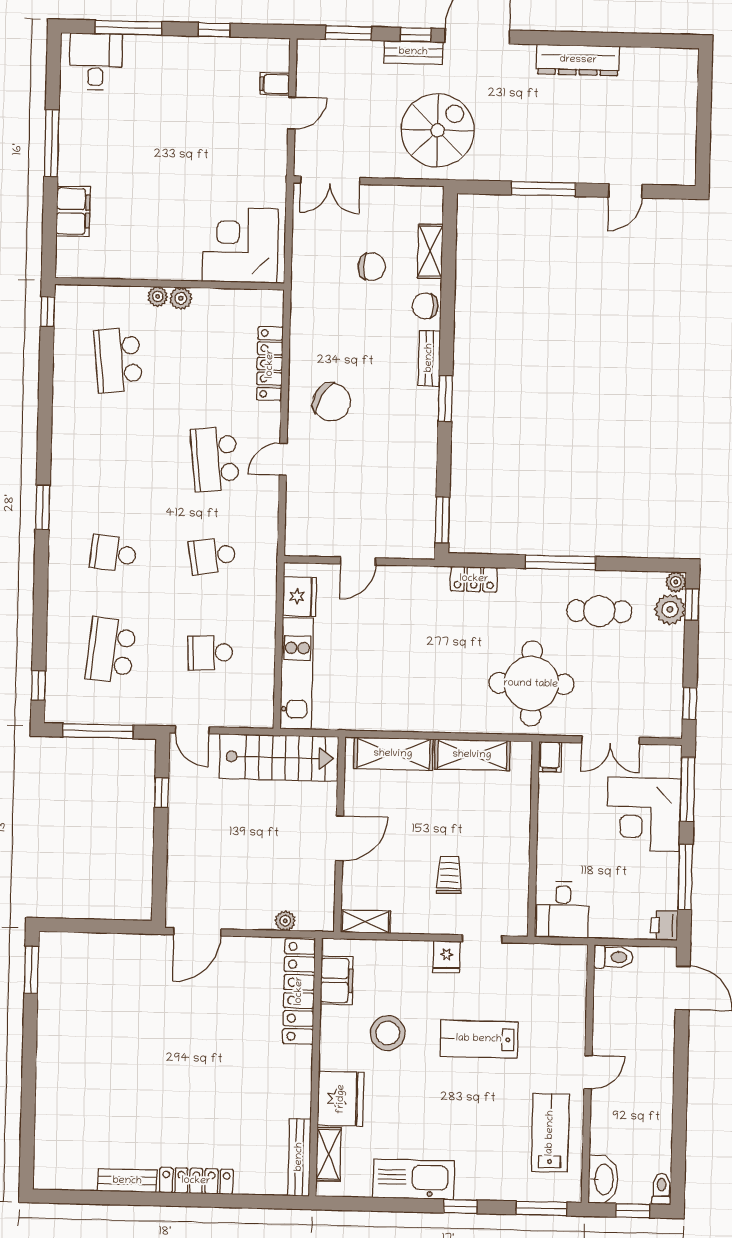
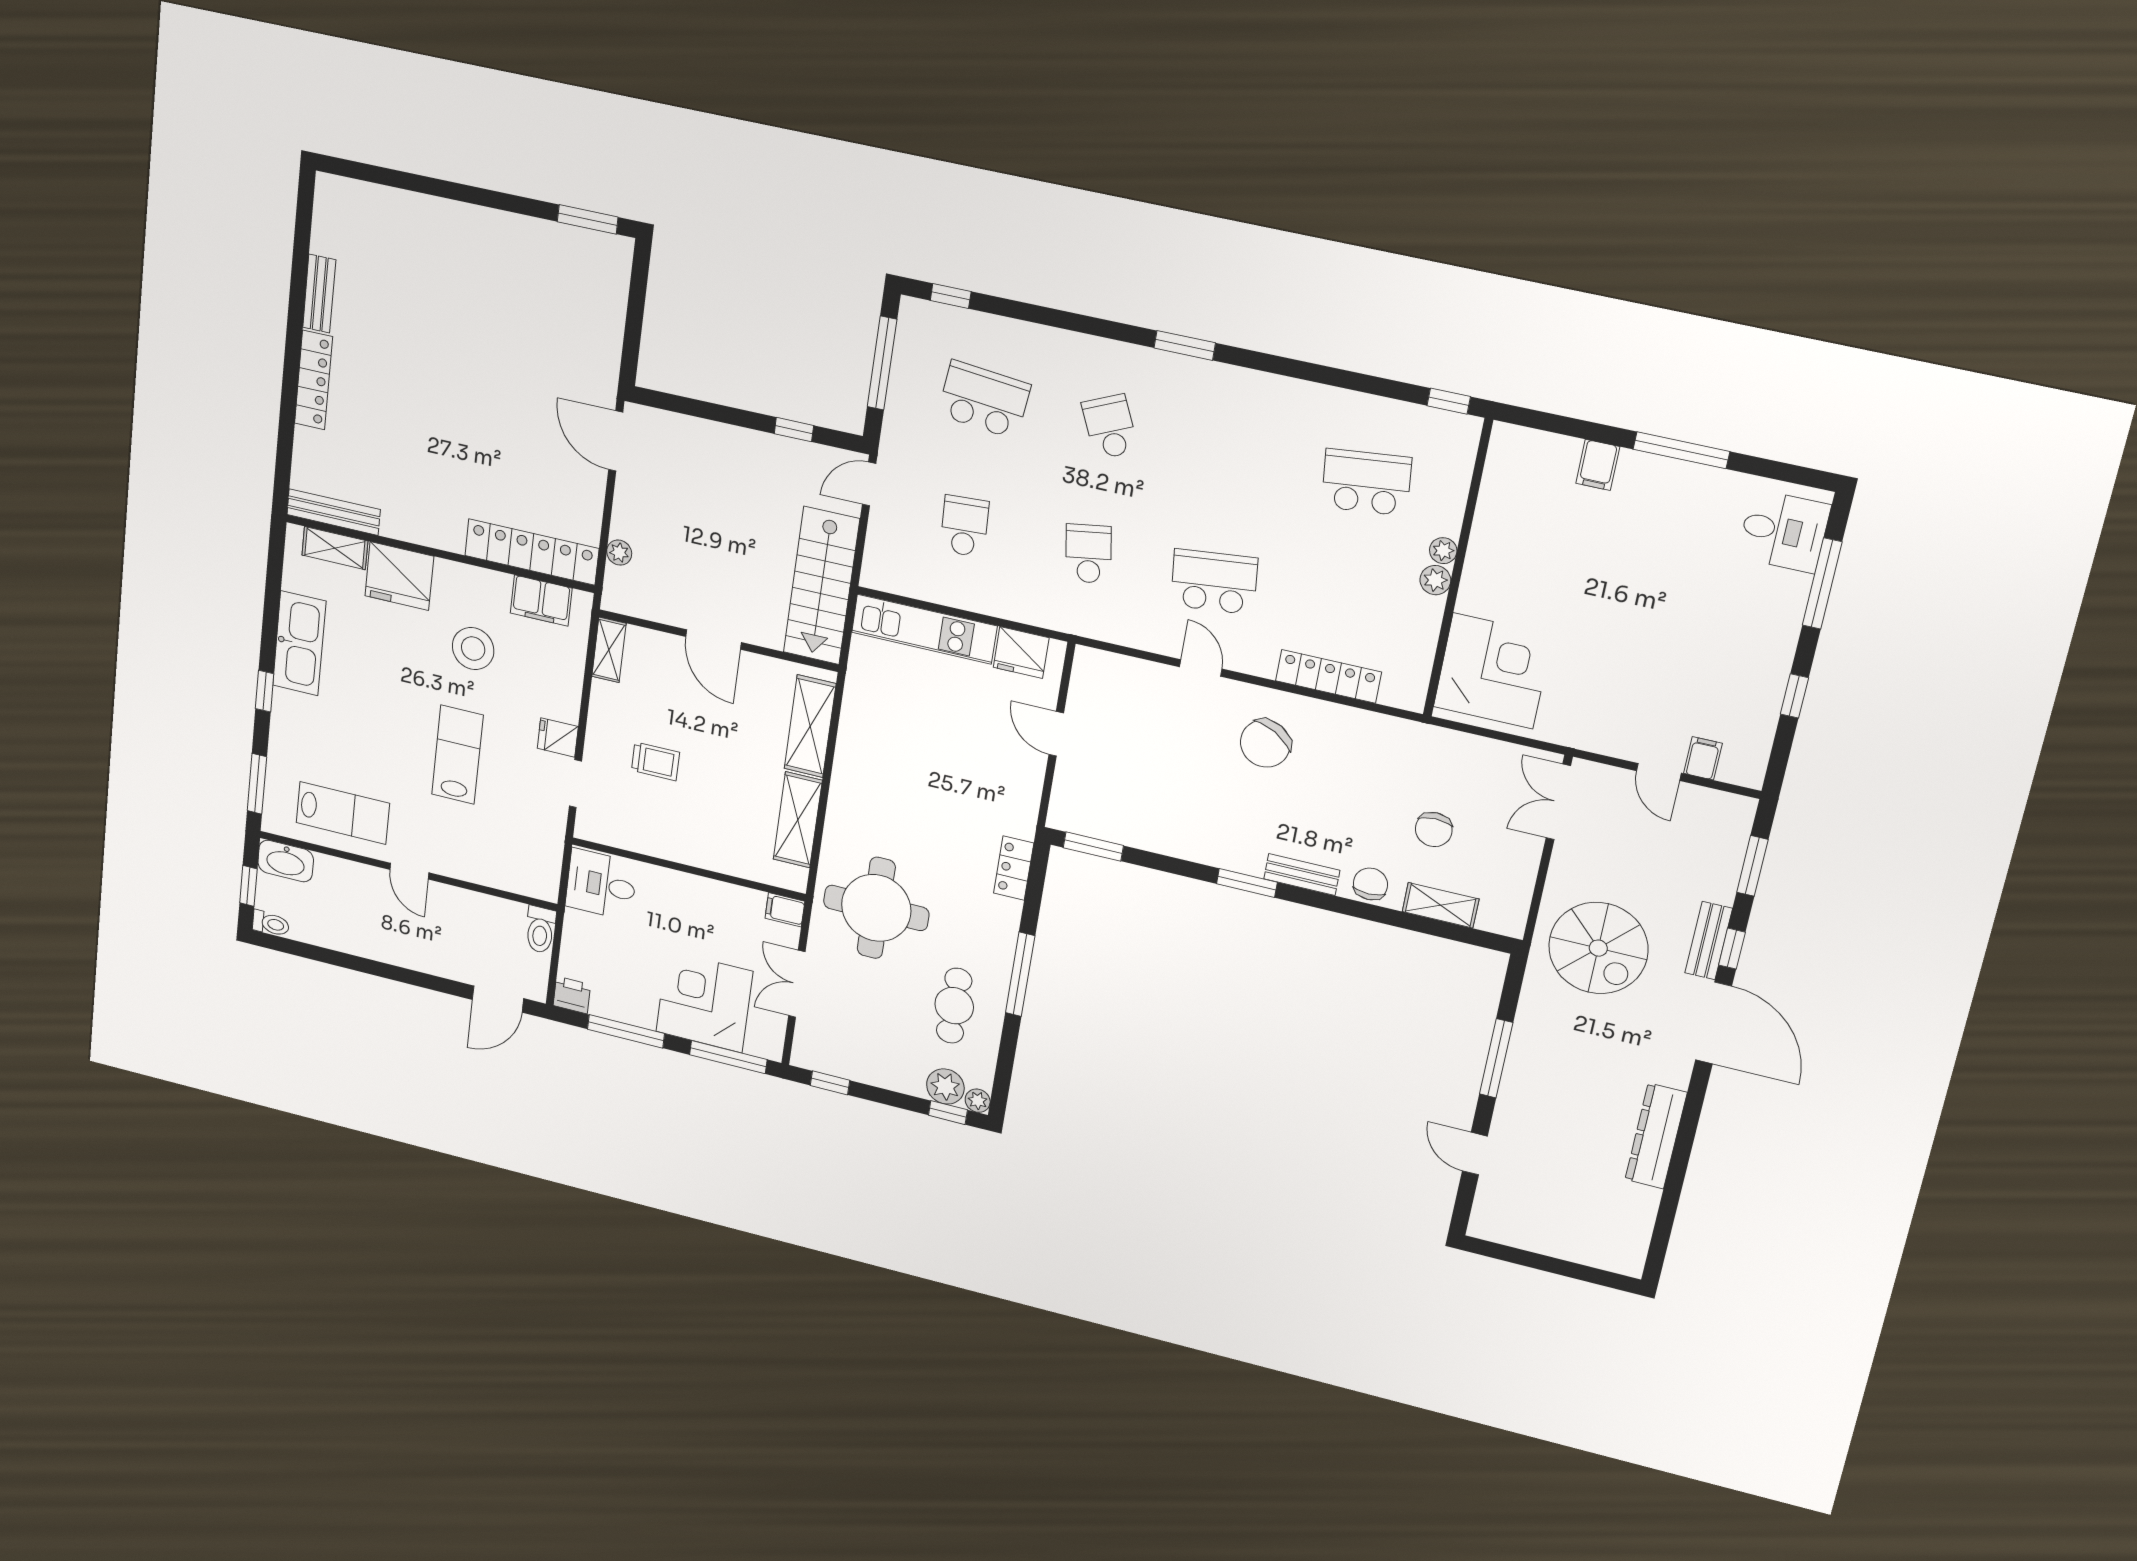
filing cabinet: (73, 211) -> (1598, 465), width x0.50
school desk: (113, 554) -> (1110, 427), turned -30

